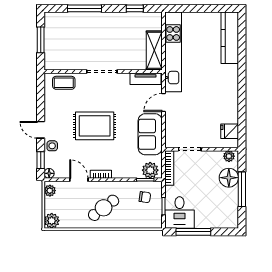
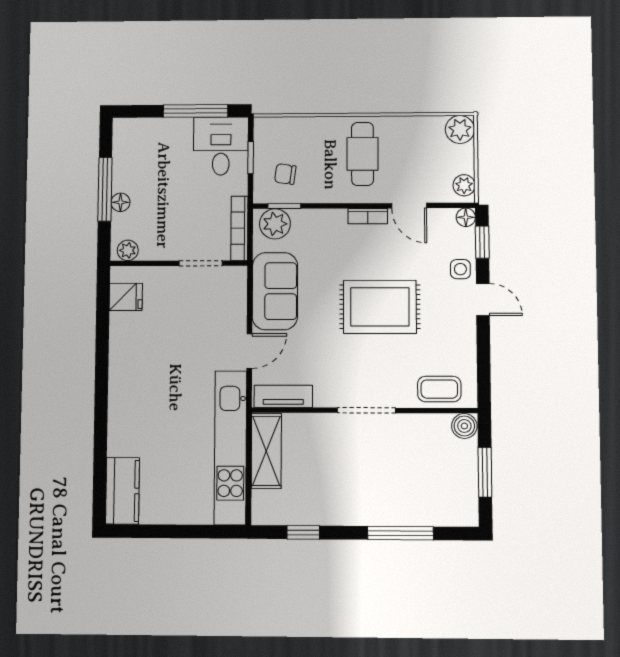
kitchen counter: (230, 38) -> (122, 491), width x0.67
boiler: (51, 64) -> (464, 426), added
floor lamp: (229, 178) -> (120, 202), width x0.53, depth x0.53
cafe table: (104, 208) -> (362, 154), turned -53

